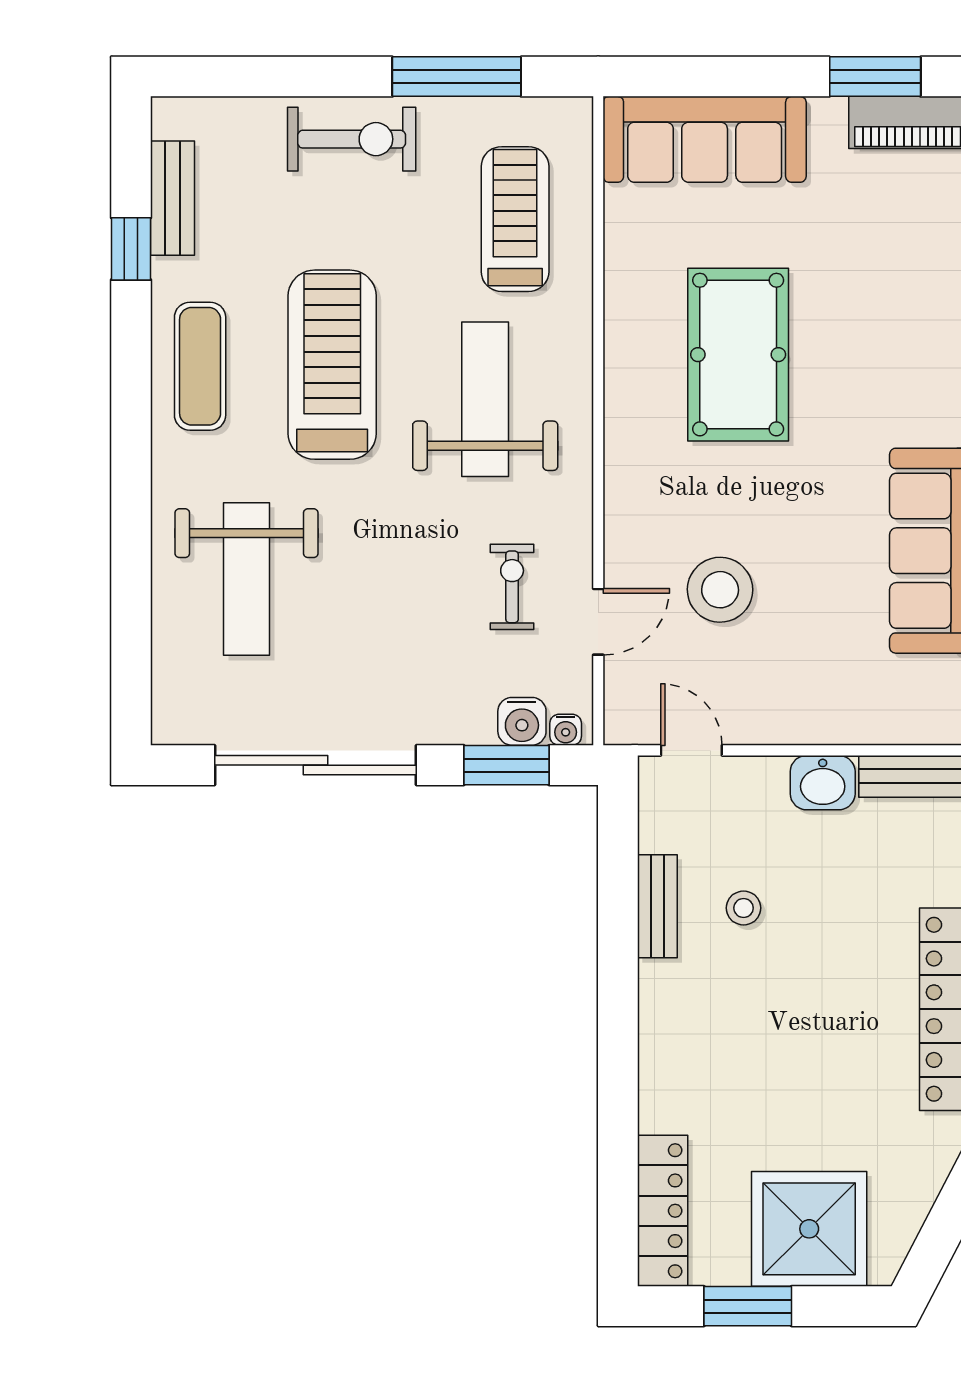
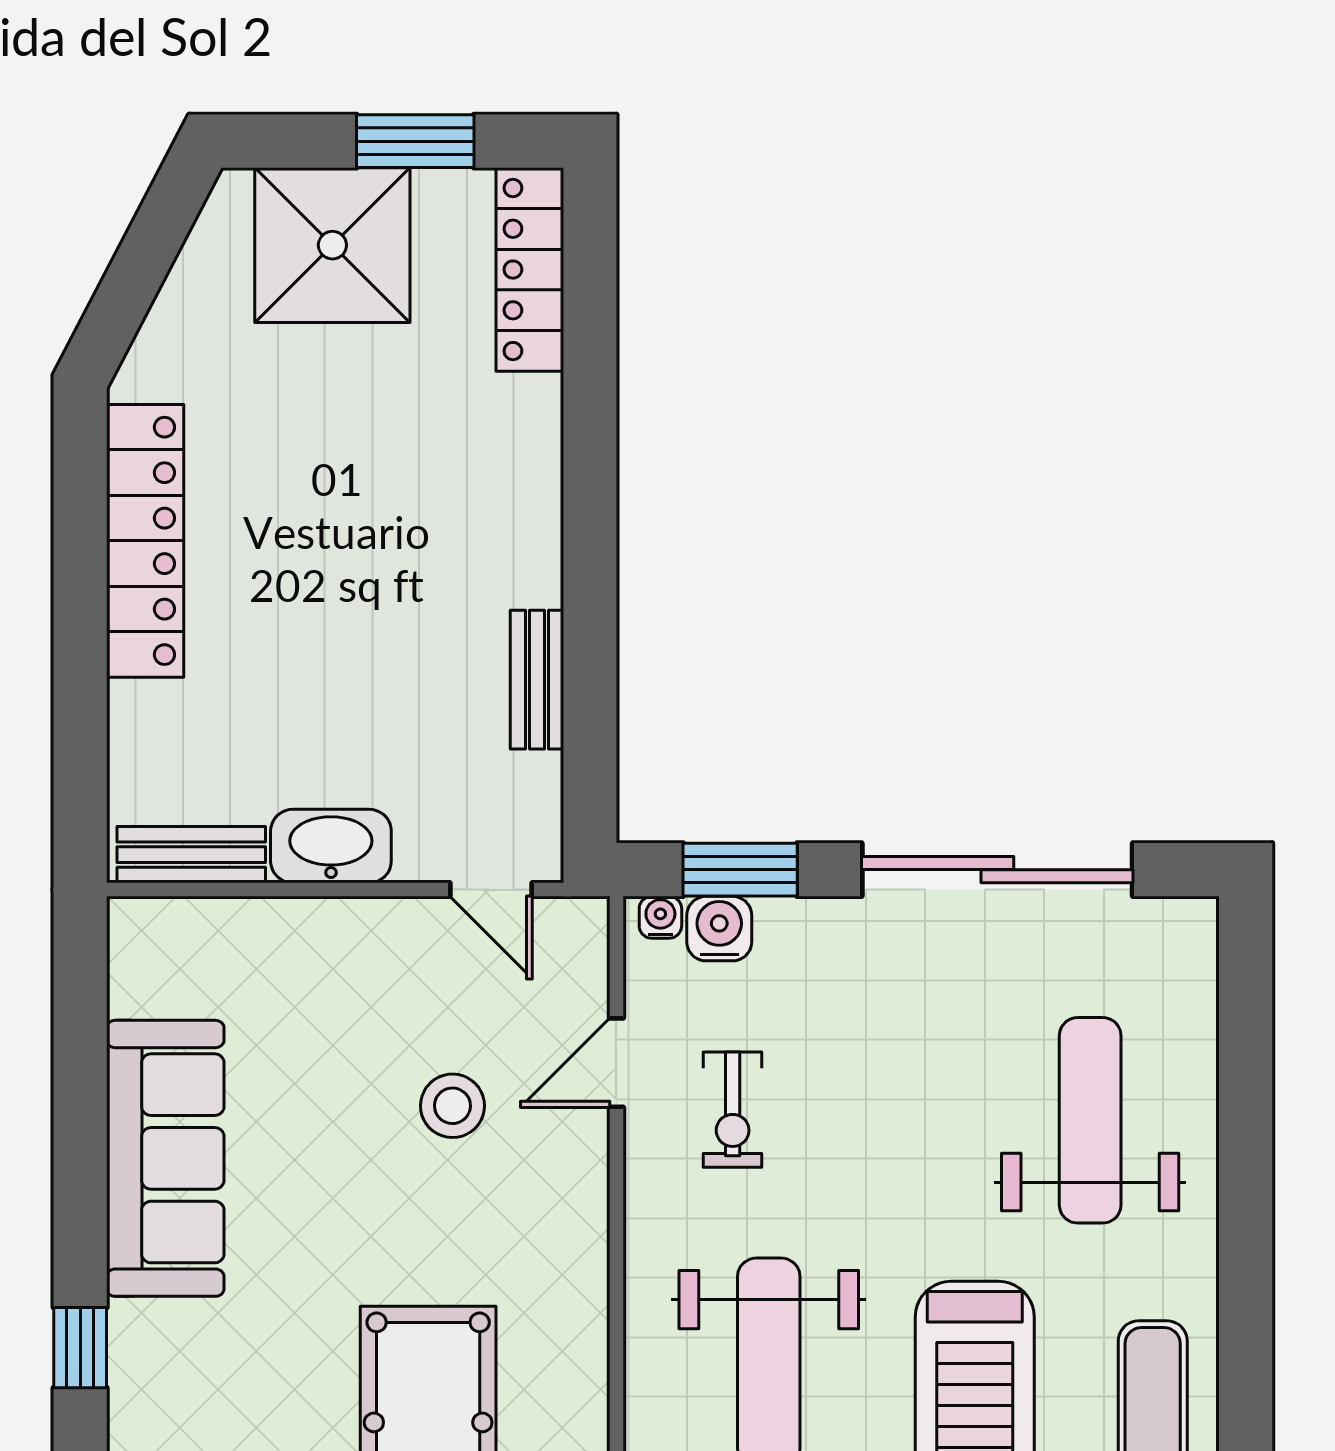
stool: (720, 590) -> (452, 1106), width x0.73, depth x0.73
washbasin: (823, 783) -> (331, 846), width x1.38
stool: (744, 908) -> (421, 677), removed

